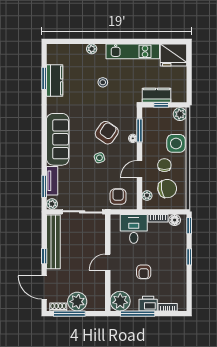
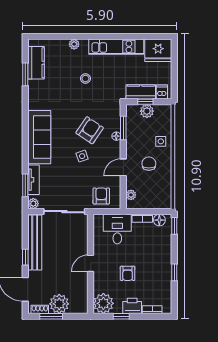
kitchen counter: (55, 80) -> (36, 63), moved
dishwasher: (177, 96) -> (162, 92), added
plant: (180, 114) -> (147, 111), moved
side table: (176, 143) -> (161, 141), width x0.54, depth x0.54
chair: (167, 189) -> (152, 188), removed
window: (189, 257) -> (174, 272), moved
window: (69, 314) -> (51, 316), width x0.69
window: (138, 314) -> (121, 316), width x0.46

